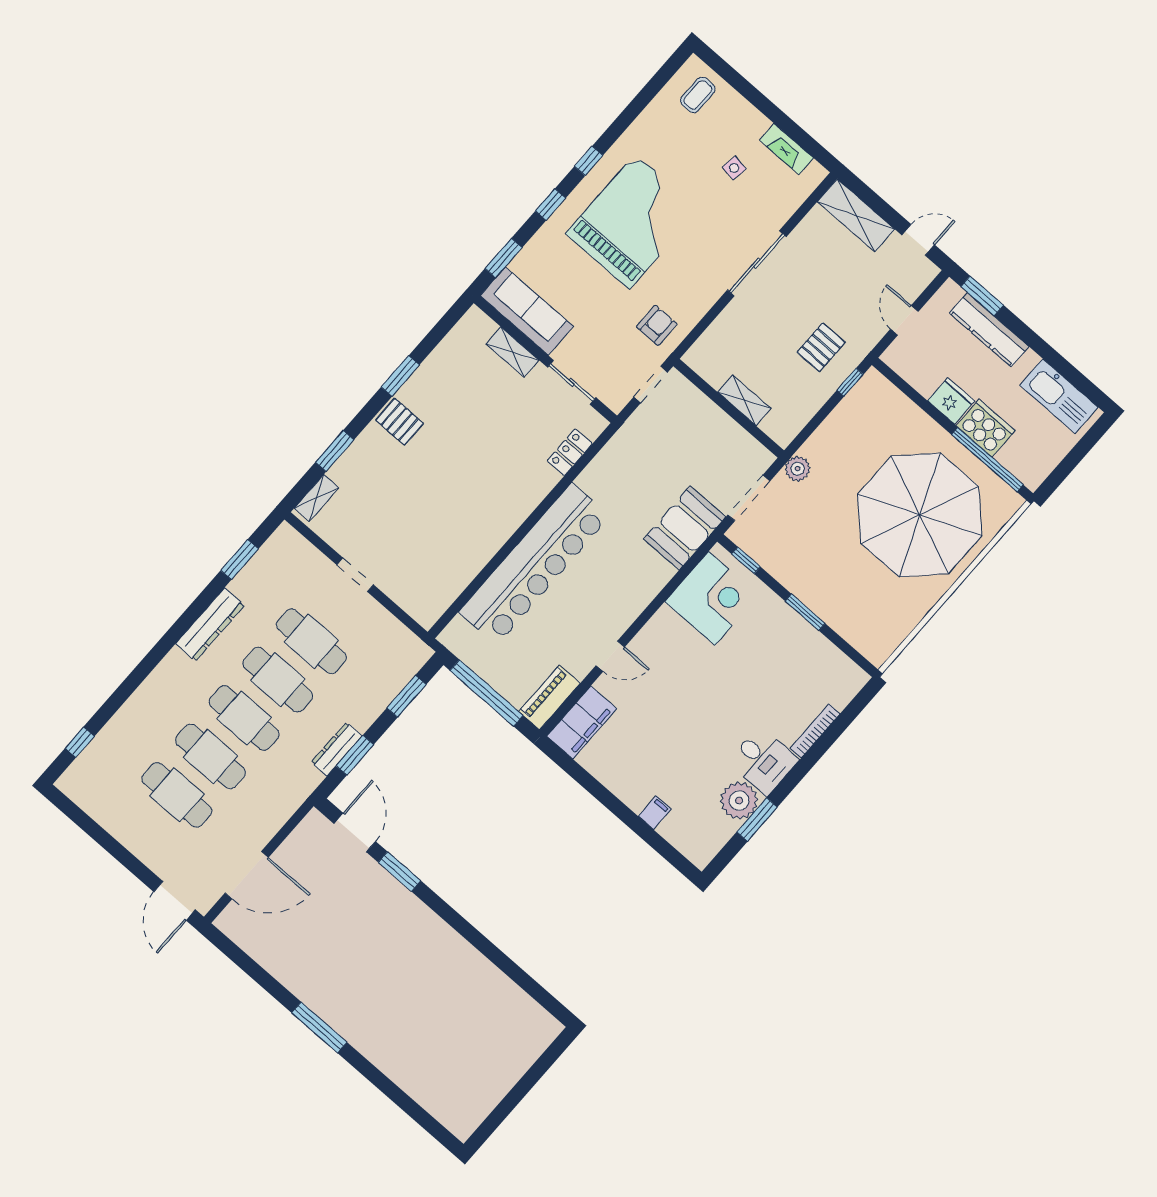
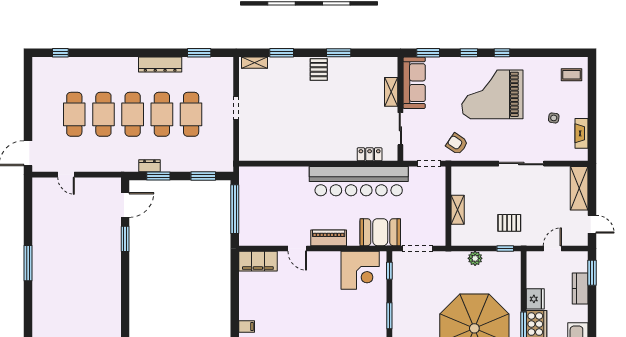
grand piano: (632, 222) -> (492, 94), turned 180
armchair: (657, 325) -> (457, 144), turned -146
kitchen counter: (989, 330) -> (580, 289), width x0.67
plant: (797, 469) -> (475, 258), moved
bar counter: (534, 564) -> (359, 181), moved
piano: (549, 697) -> (329, 238), moved
dresser: (337, 749) -> (149, 166), width x0.70
door: (247, 875) -> (66, 175), width x0.53

